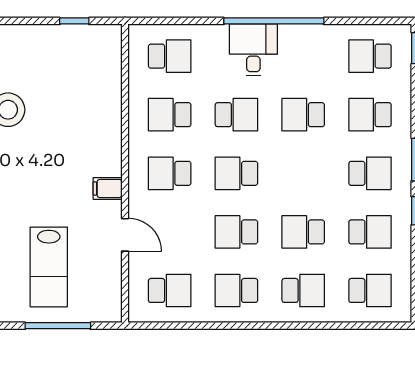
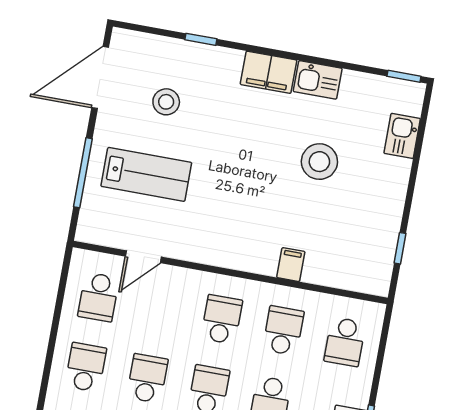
filing cabinet: (108, 189) -> (291, 265), moved
door: (125, 235) -> (143, 257), moved
lab bench: (49, 267) -> (146, 174), turned 180

